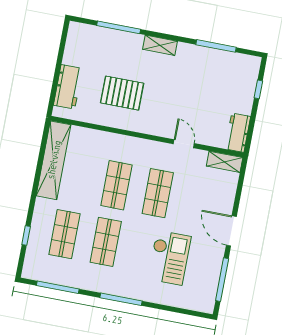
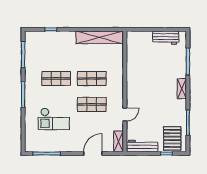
workbench: (68, 87) -> (166, 38), moved
pallet: (122, 93) -> (172, 138), moved
workbench: (238, 133) -> (142, 146), width x1.38
door: (231, 231) -> (93, 153), moved
shop shelf: (64, 234) -> (56, 53), removed

